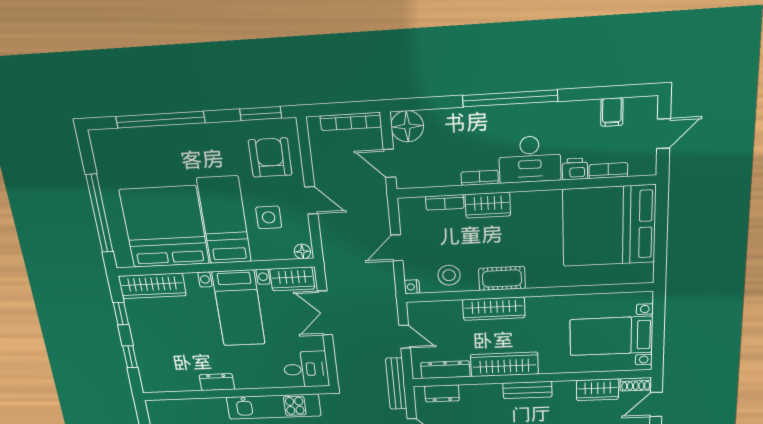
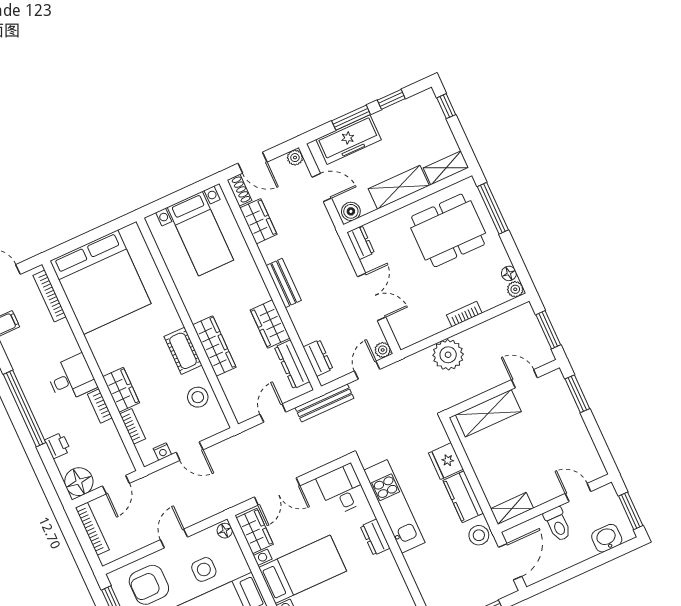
desk: (530, 159) -> (72, 378), width x0.73
printer: (575, 169) -> (58, 445), moved, turned 180
bookcase: (608, 171) -> (50, 296), width x1.56
nightstand: (412, 287) -> (162, 452), moved
wardrobe: (504, 364) -> (270, 324), width x0.67
dresser: (217, 382) -> (375, 537), moved

